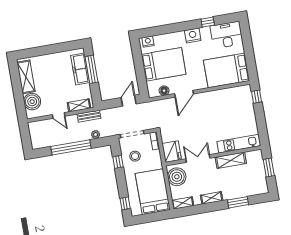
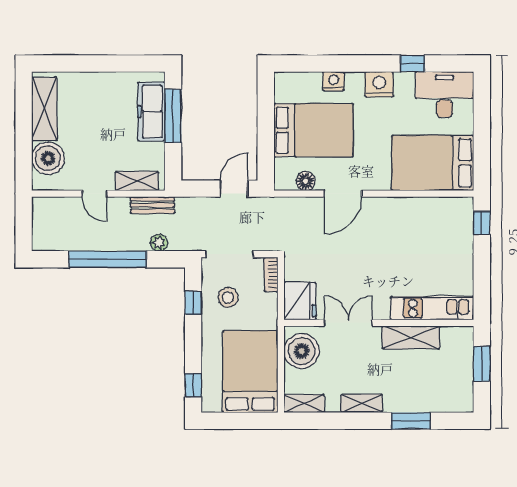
nightstand: (148, 42) -> (333, 81), moved

